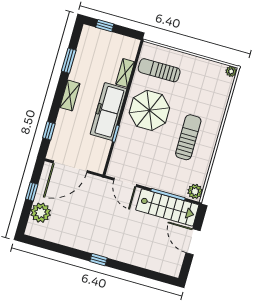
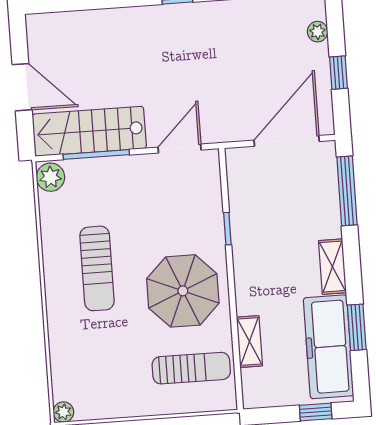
freezer: (108, 111) -> (329, 347), moved, turned 180
window: (49, 131) -> (347, 191), width x2.17
door: (125, 182) -> (180, 149), hinge flipped
plant: (41, 213) -> (318, 32), width x0.53, depth x0.53

